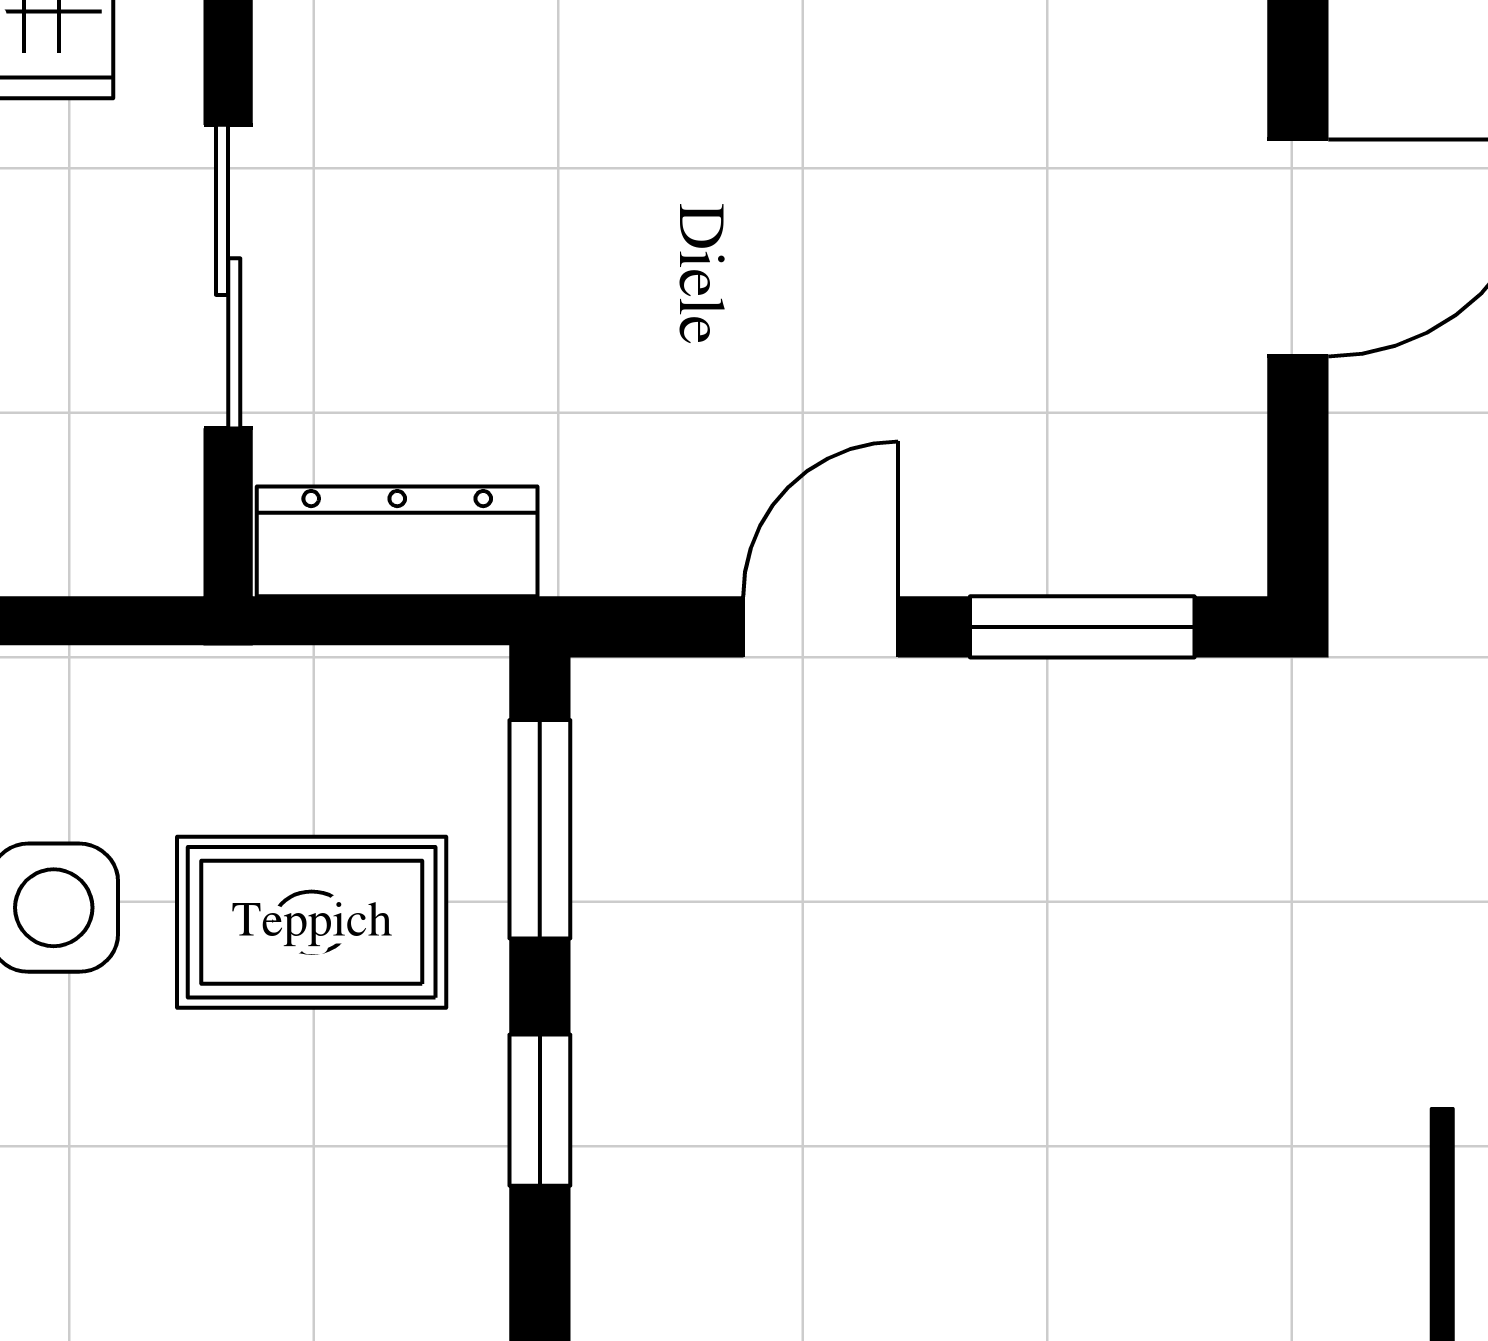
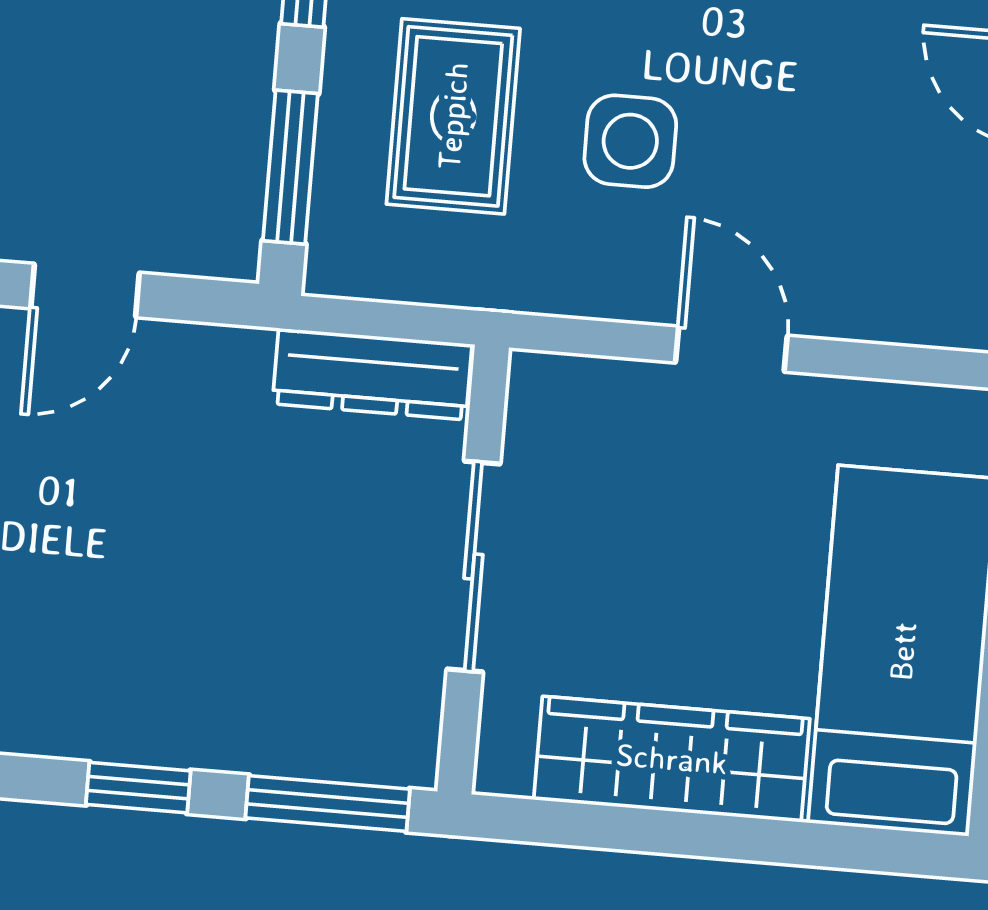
rug: (312, 922) -> (453, 116), turned 90

